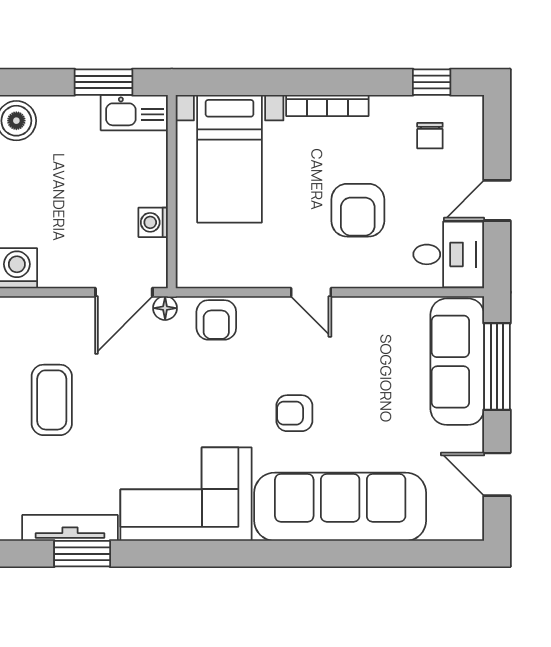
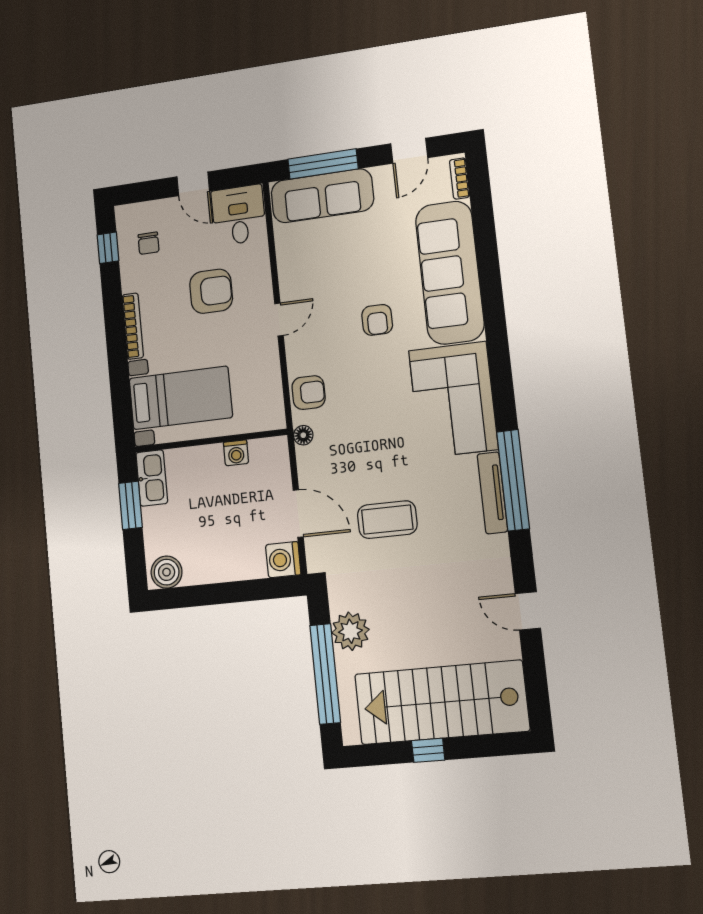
chair: (430, 136) -> (149, 243), turned 90
door: (124, 292) -> (298, 514), moved
bookcase: (453, 531) -> (460, 178), added
window: (82, 554) -> (513, 480), width x2.11

